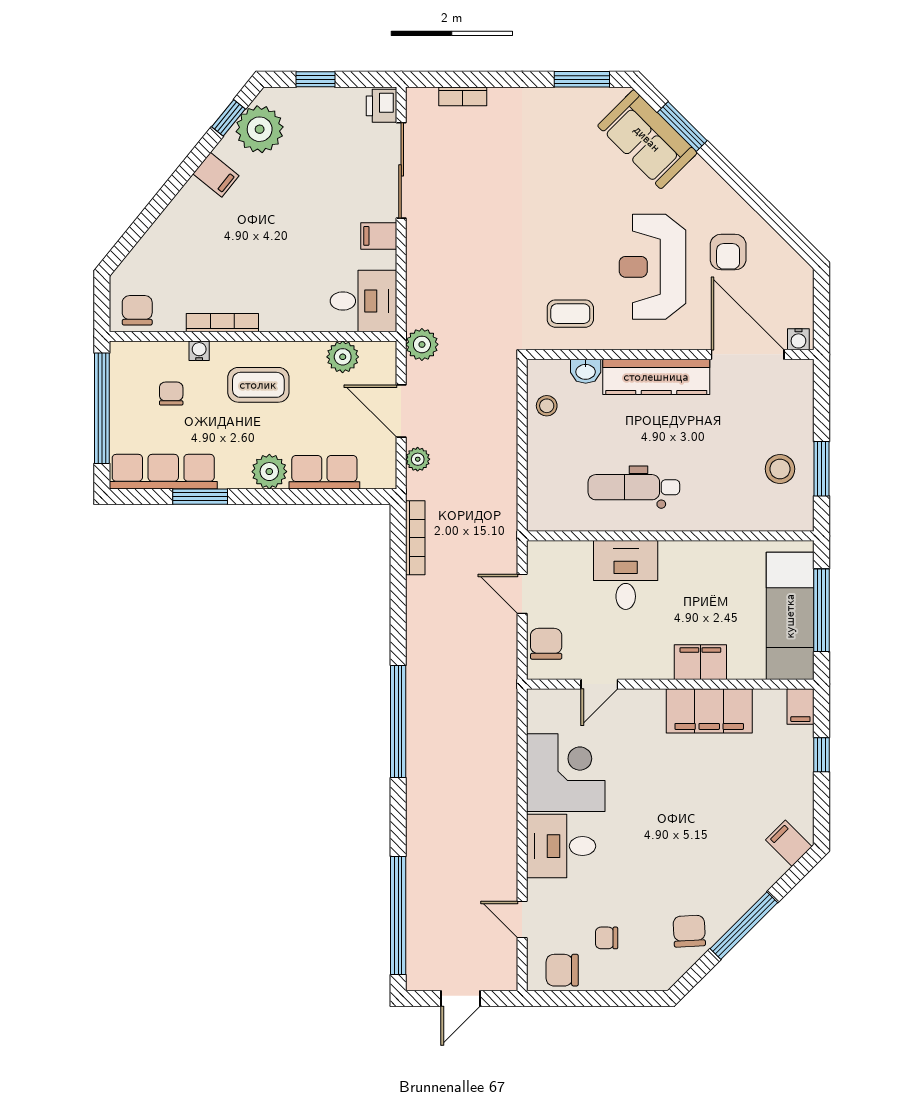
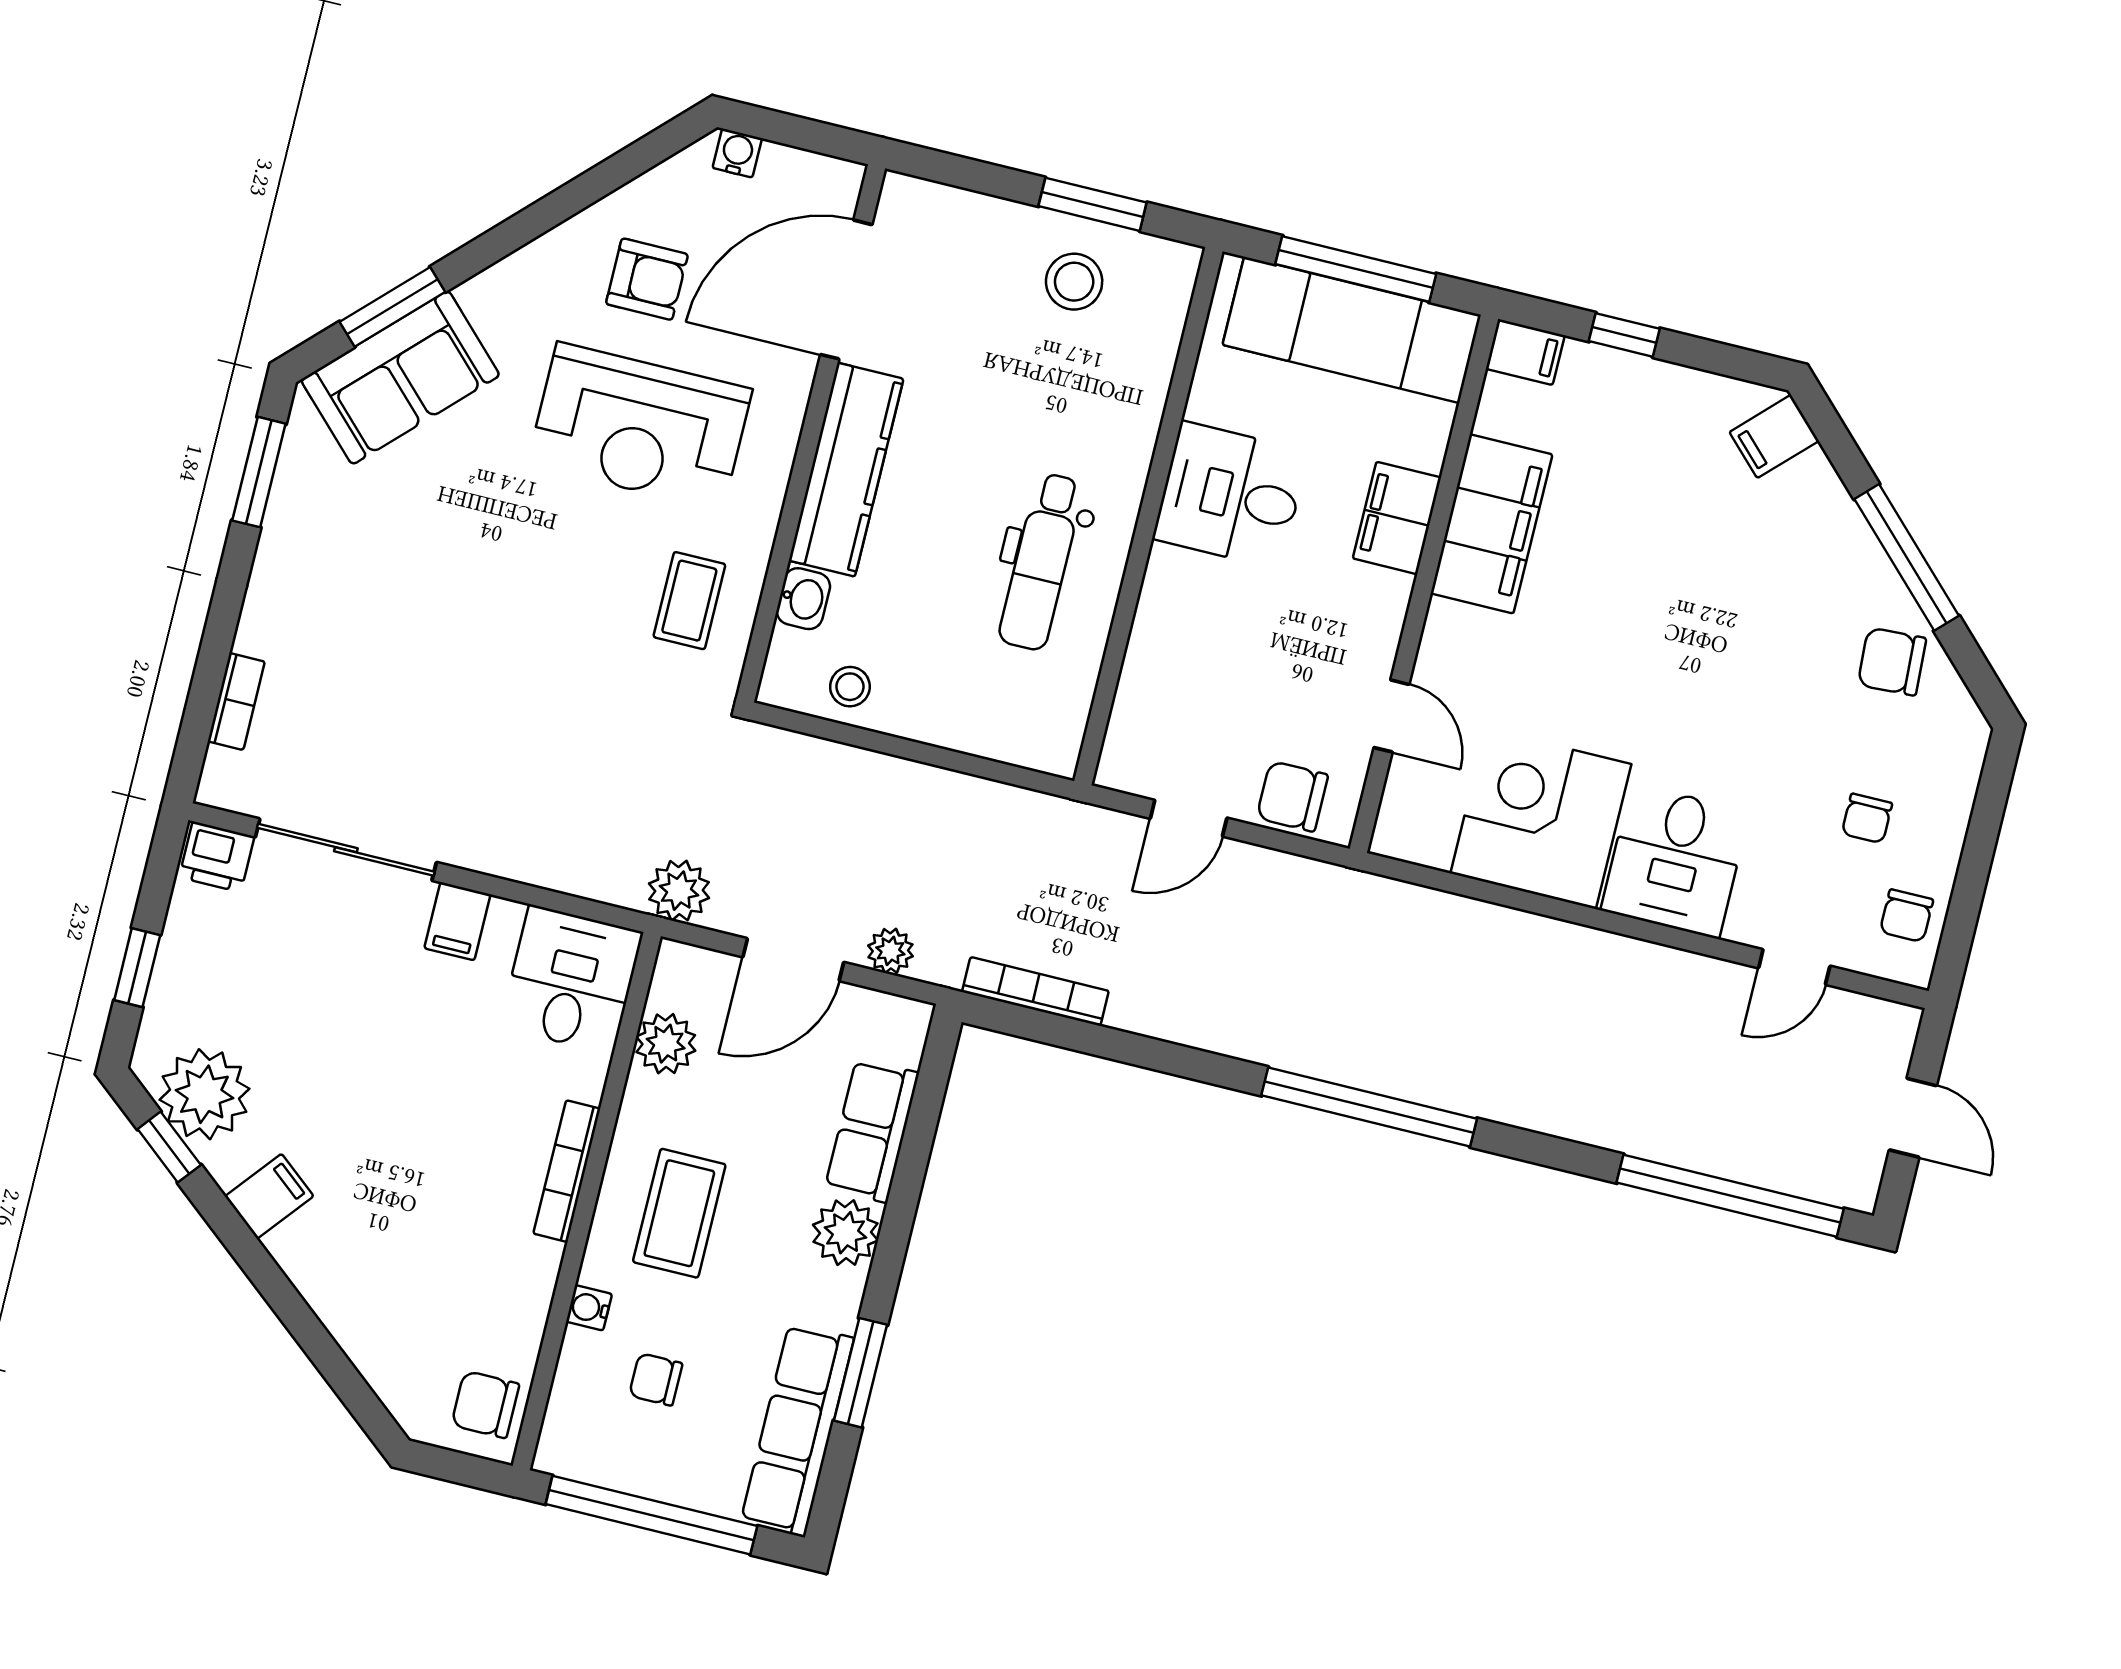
bookcase: (222, 323) -> (567, 1171), moved
water cooler: (798, 339) -> (737, 153), moved, turned -90
desk: (626, 575) -> (1231, 495), moved
chair: (562, 970) -> (1906, 916), width x0.73, depth x0.73

